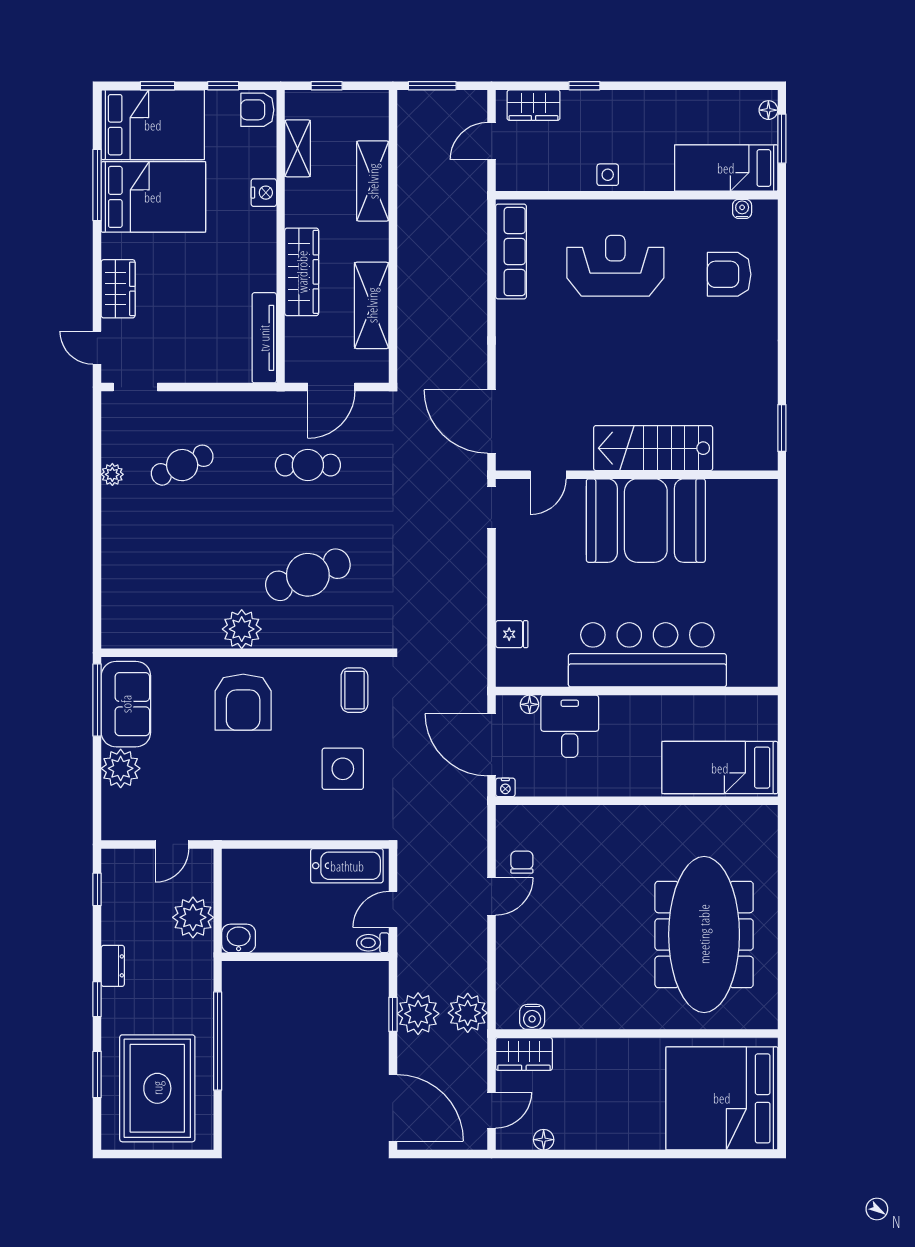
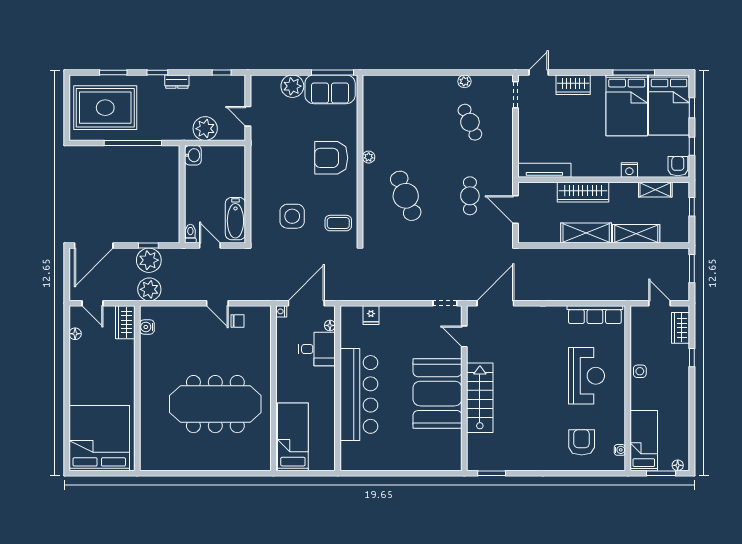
shelving: (372, 305) -> (586, 233), moved
plant: (242, 629) -> (369, 157), width x0.53, depth x0.53
meeting table: (704, 934) -> (215, 404), moved

